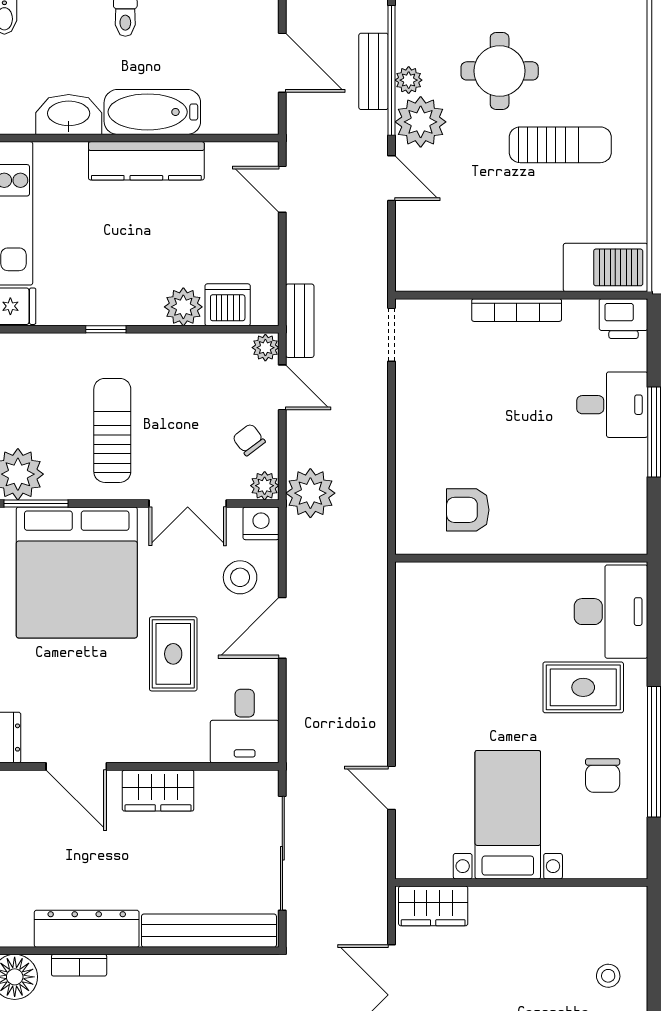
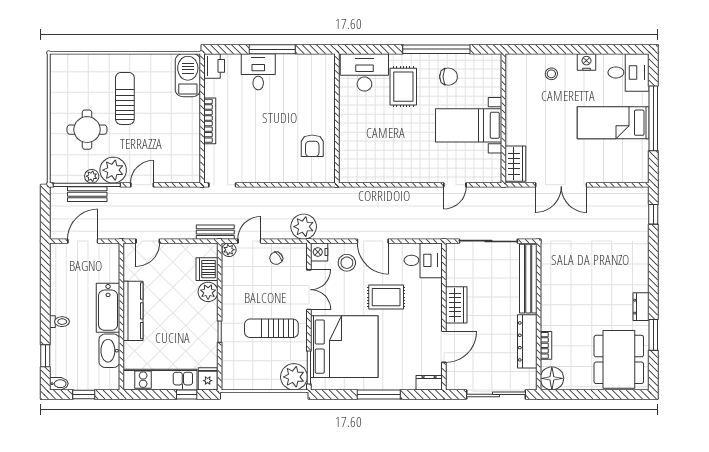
plant: (265, 486) -> (300, 250), removed

